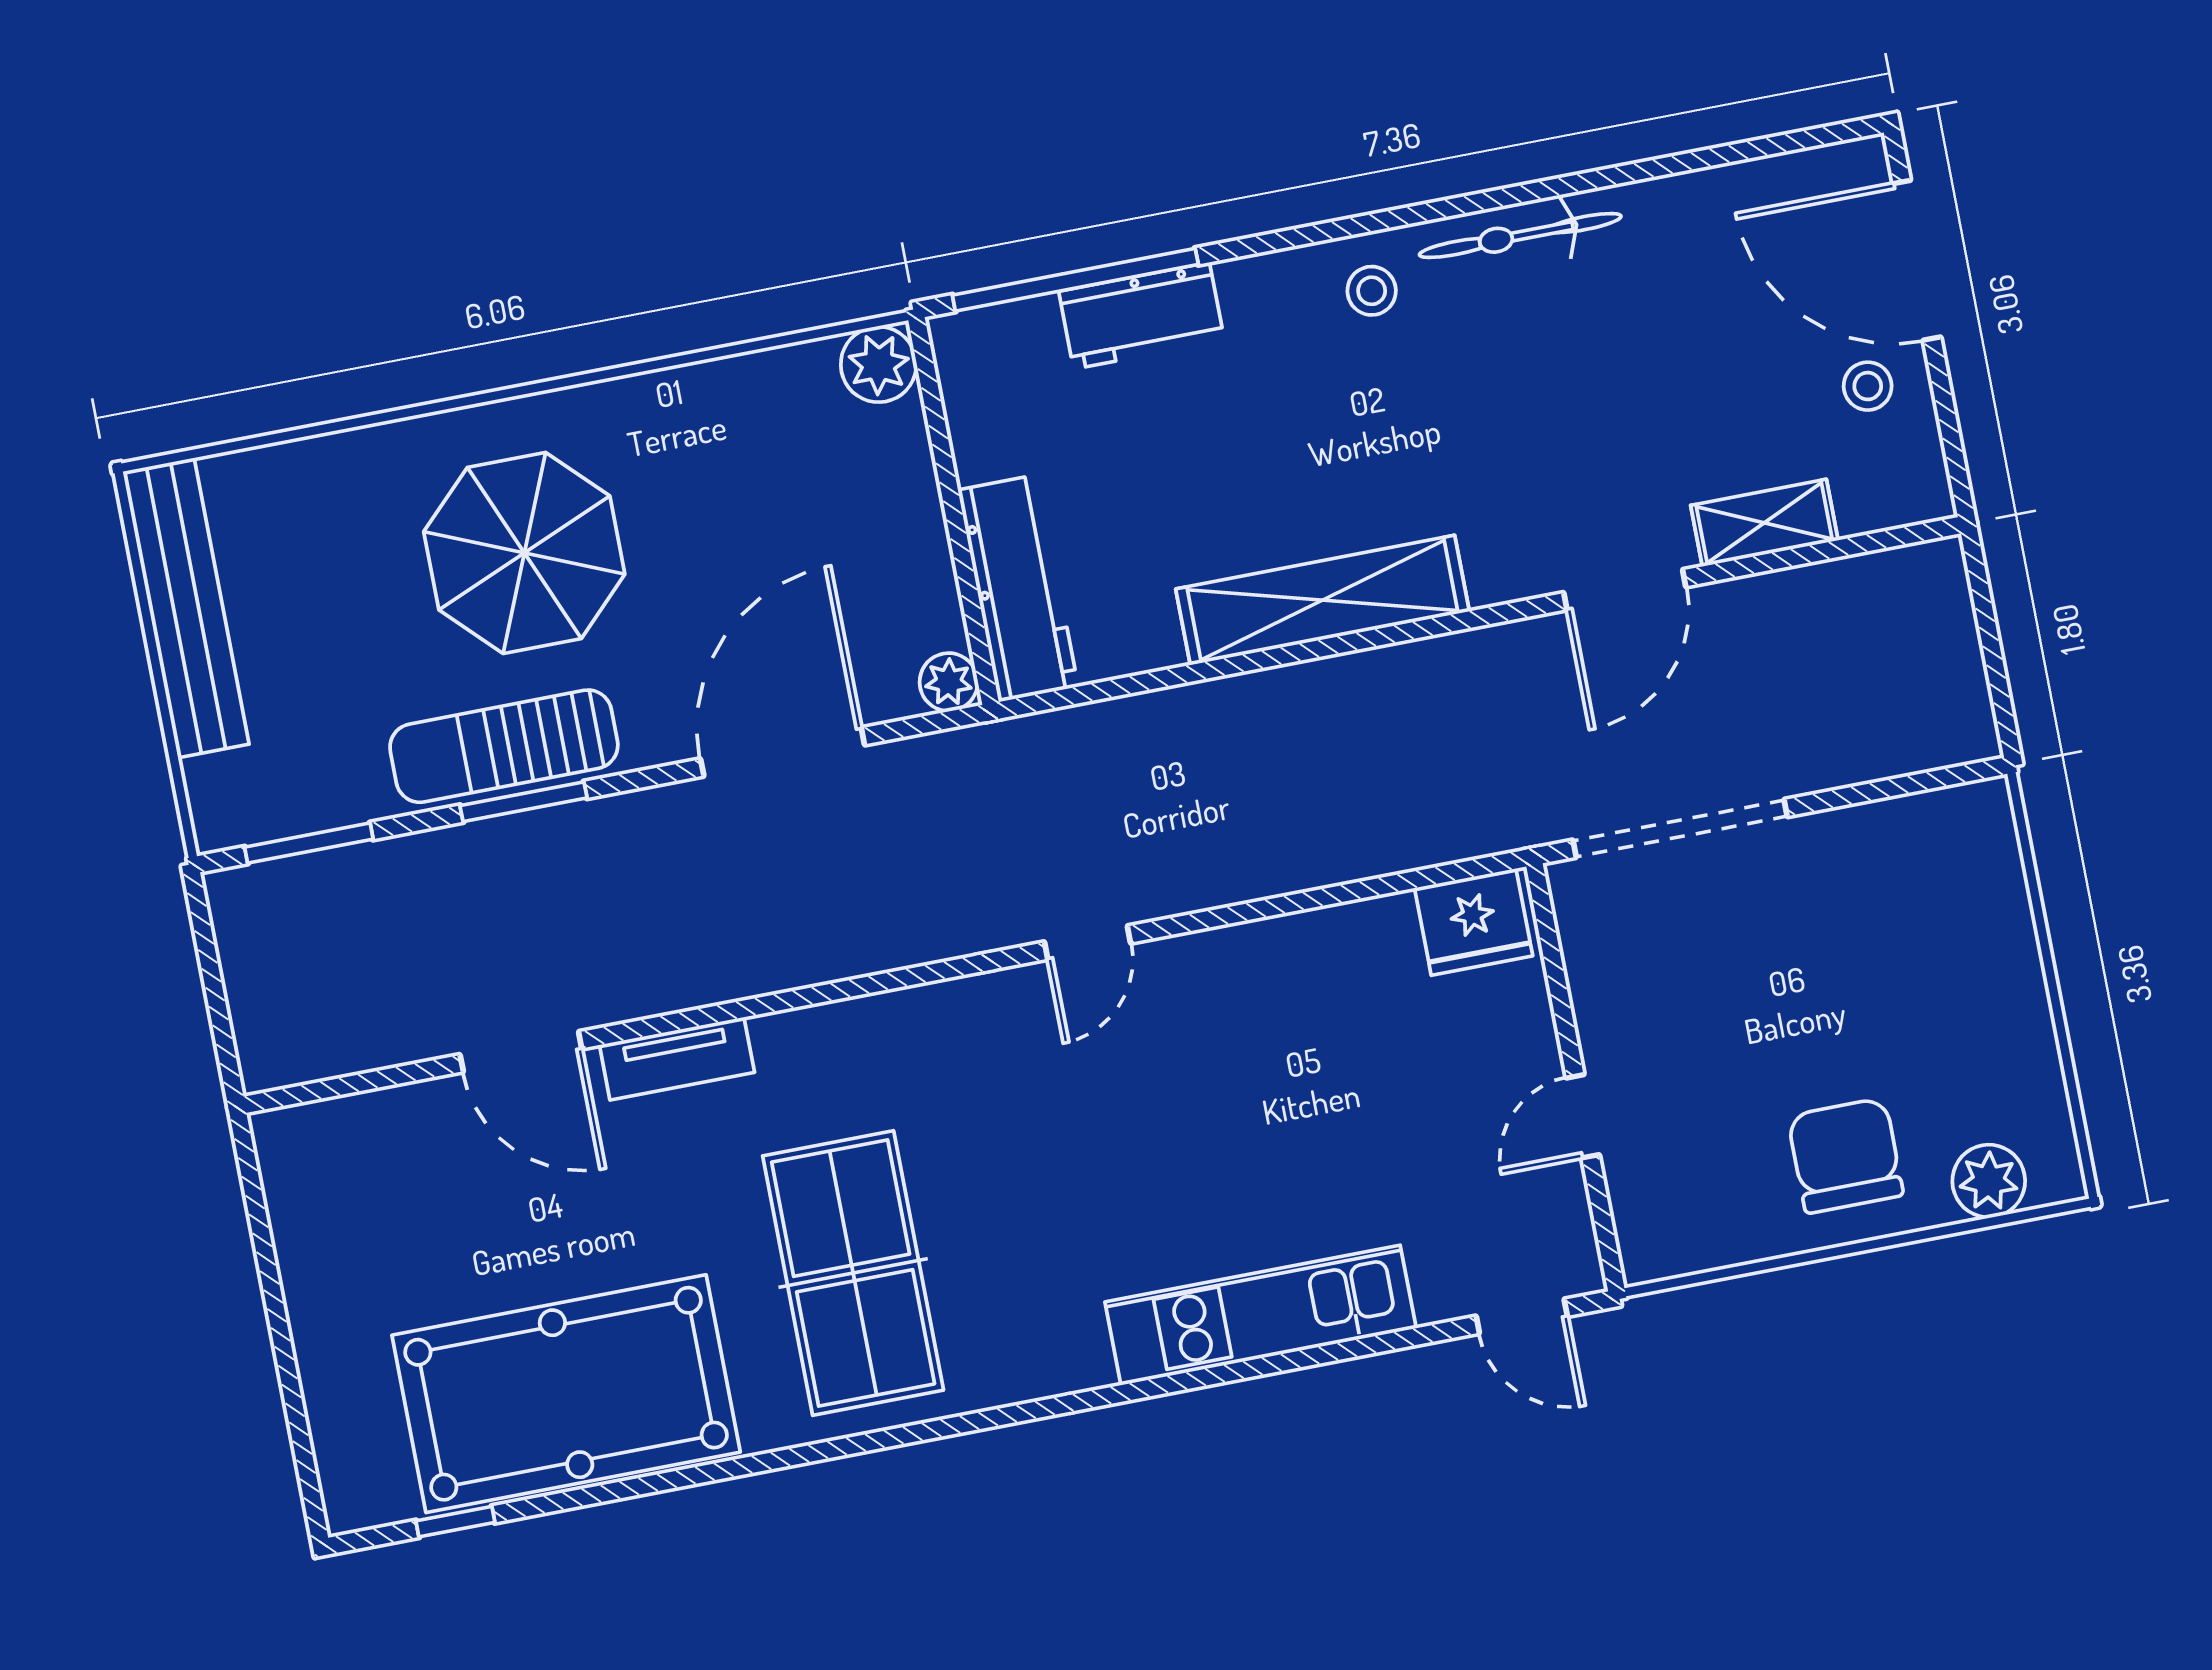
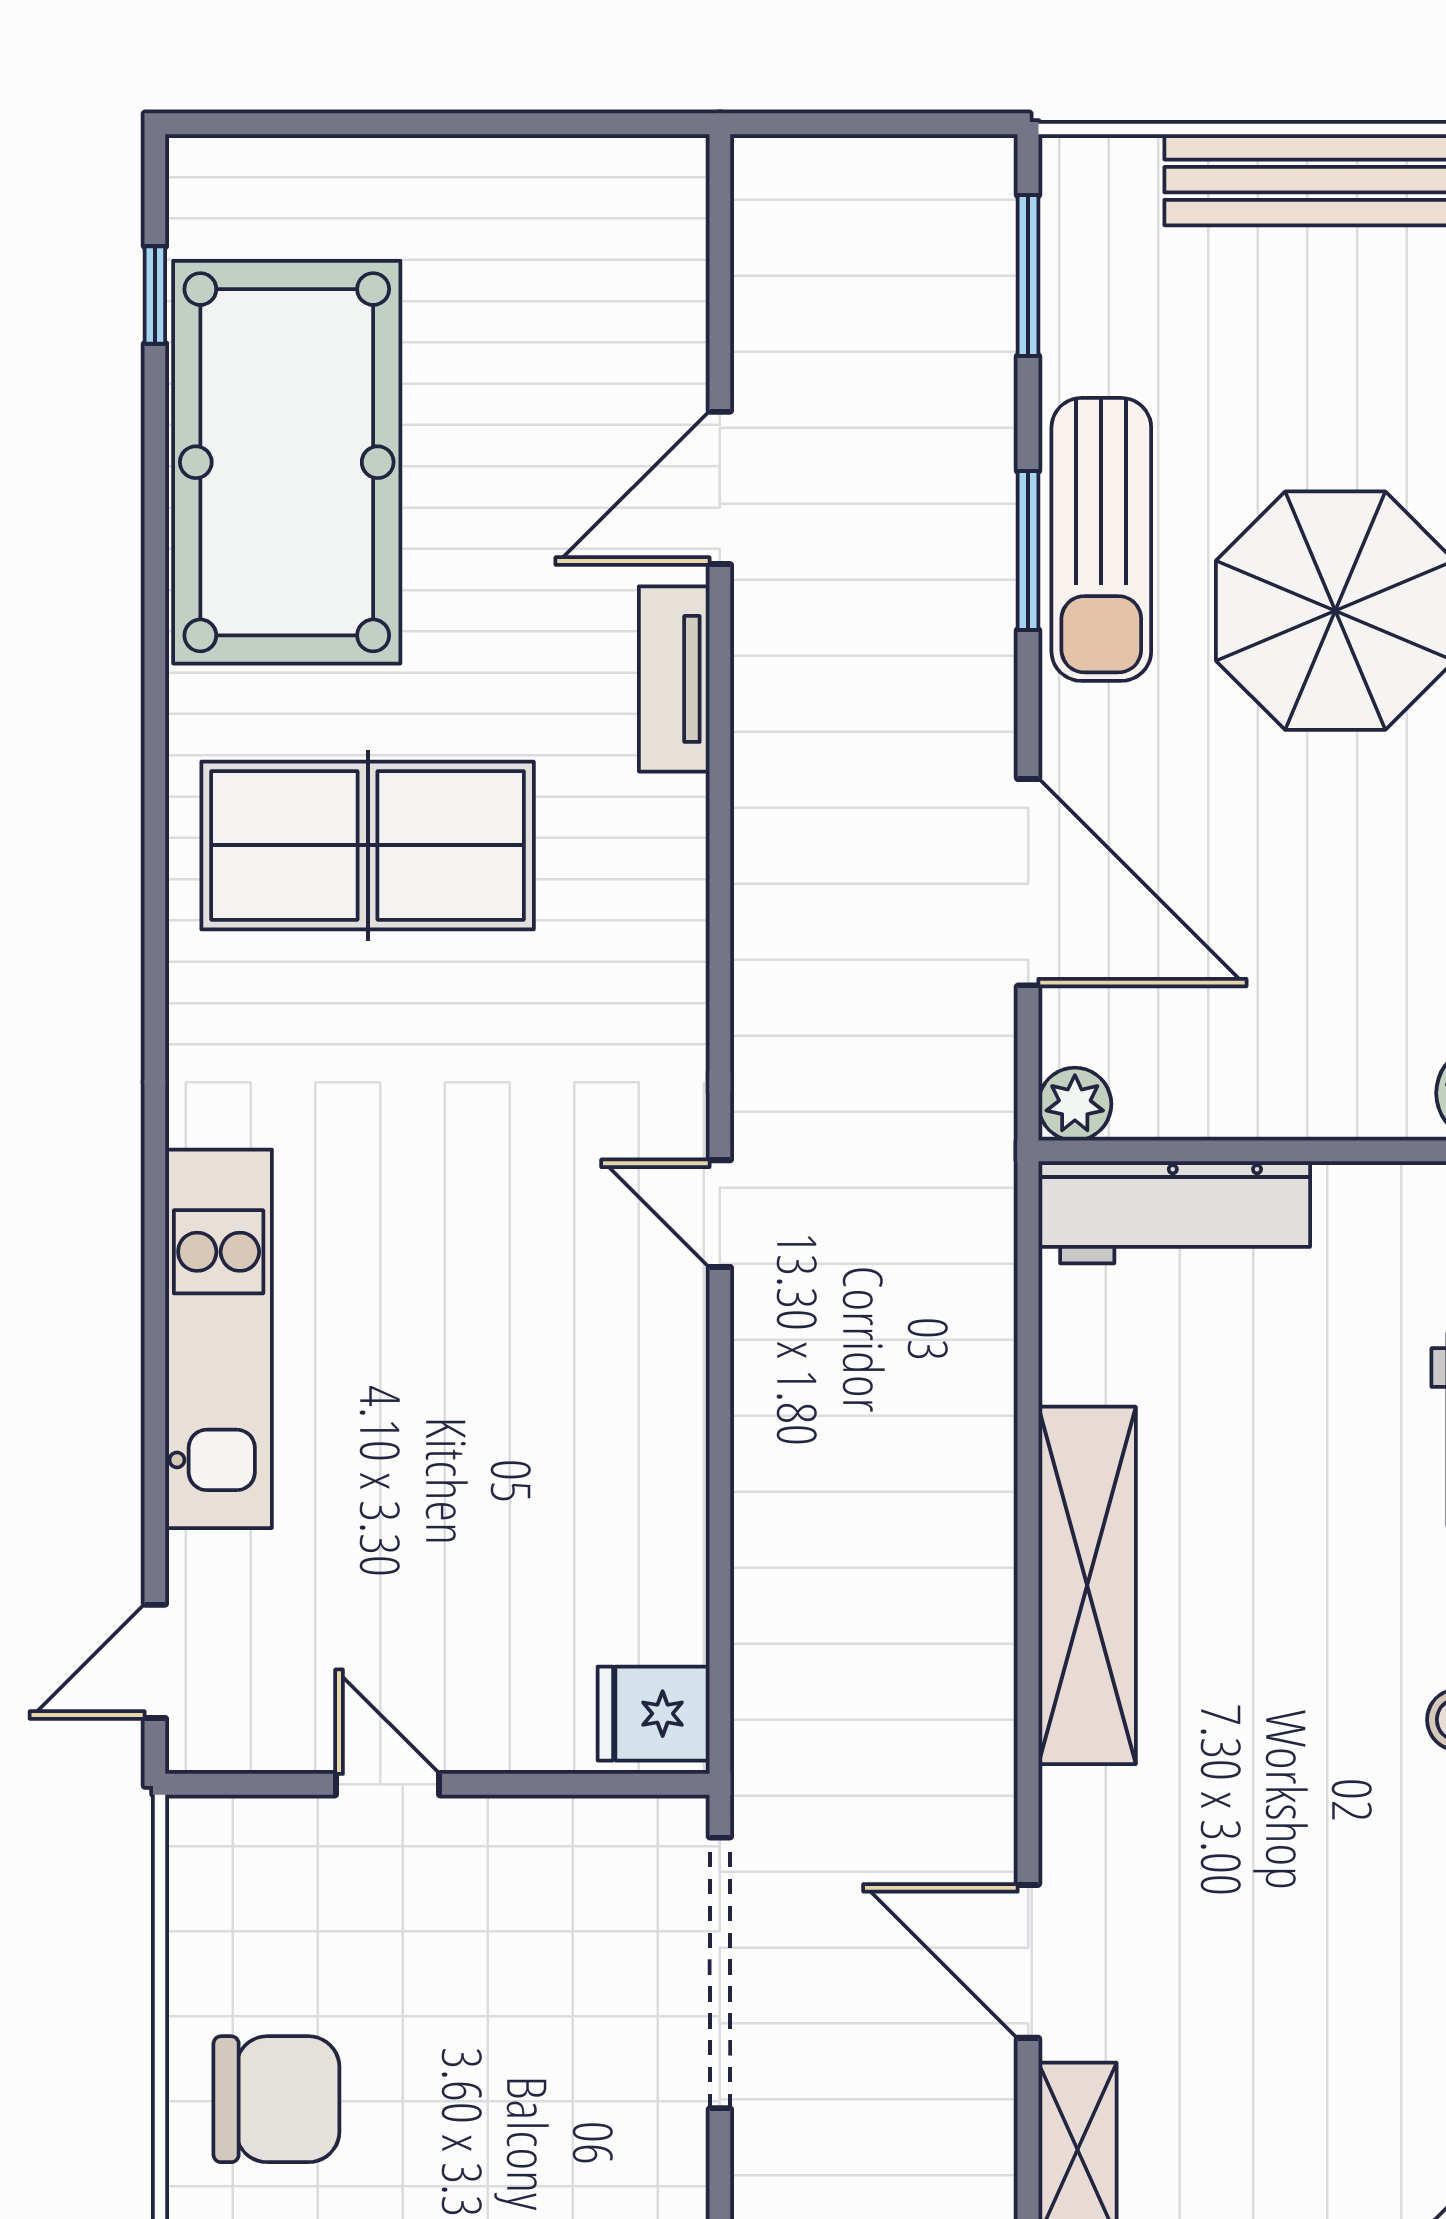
sun lounger: (504, 746) -> (1101, 539), turned 180
fridge: (1474, 922) -> (654, 1714), width x0.72

